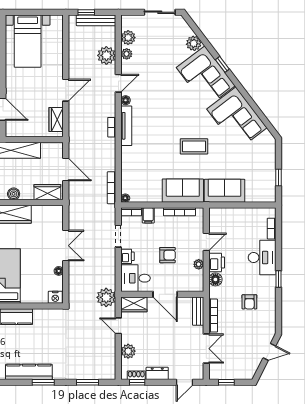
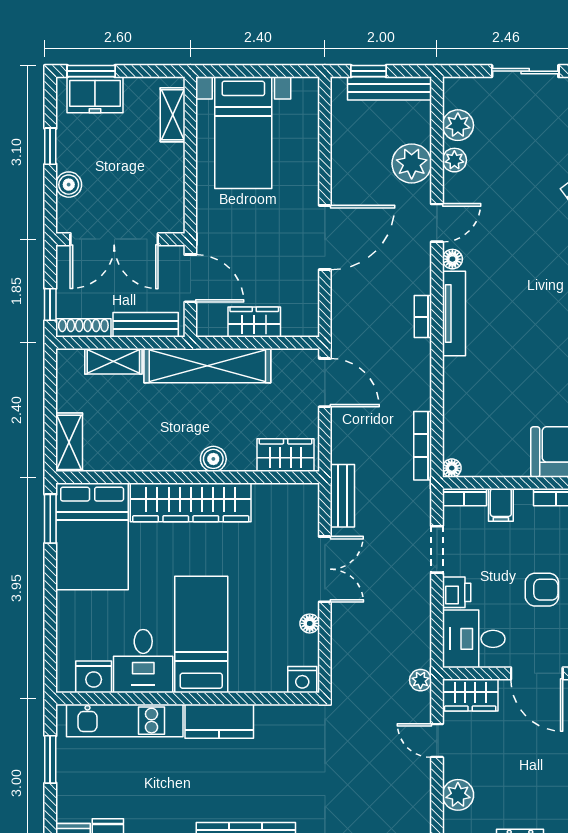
door: (66, 90) -> (325, 238), width x1.36
wardrobe: (56, 119) -> (254, 322), moved, turned 90
door: (66, 169) -> (325, 383), moved
bench: (74, 211) -> (342, 496), added
plant: (106, 297) -> (420, 680), width x0.53, depth x0.53

